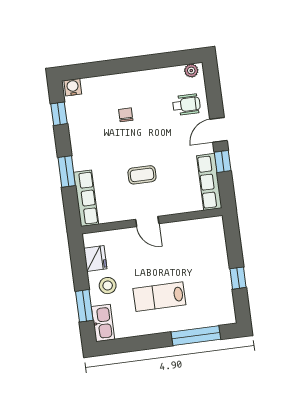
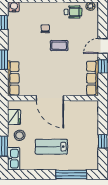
wheelchair: (186, 105) -> (73, 12), moved
coffee table: (142, 175) -> (59, 46), moved
door: (147, 221) -> (50, 98), width x1.88

